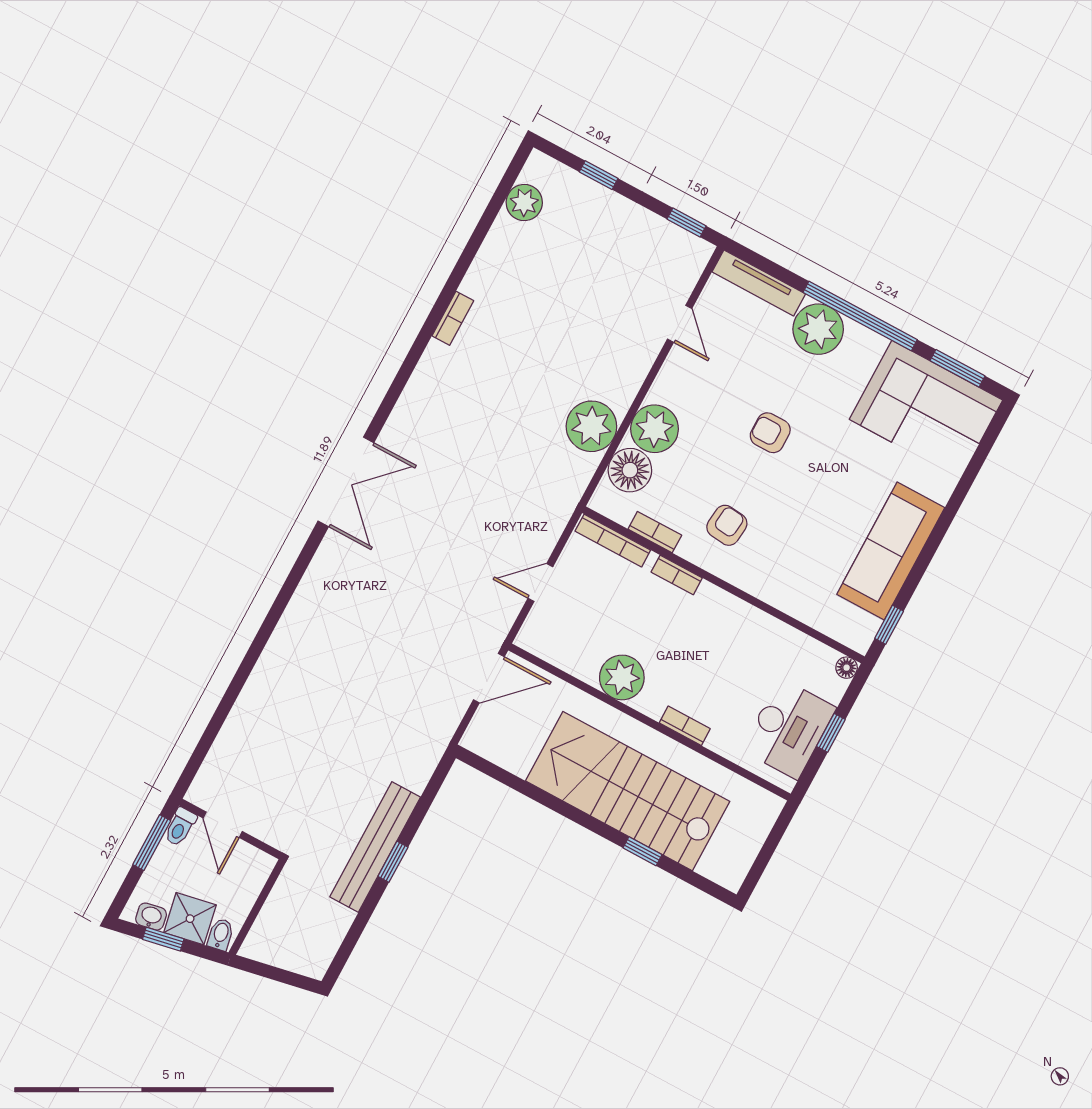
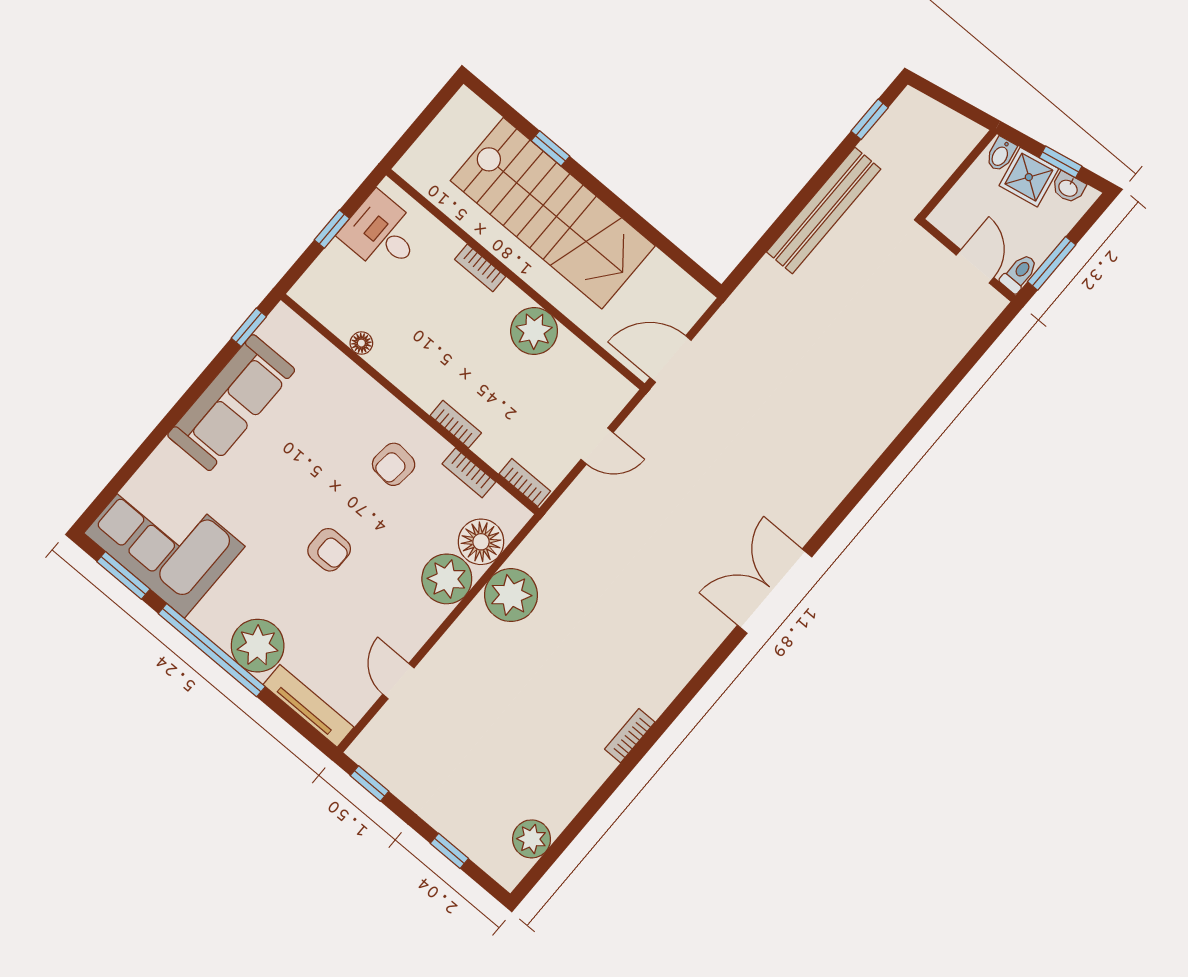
bookcase: (613, 541) -> (525, 482), width x0.64
floor lamp: (847, 668) -> (361, 343), moved
desk: (789, 729) -> (382, 233), width x0.73
window: (393, 862) -> (870, 119), moved

